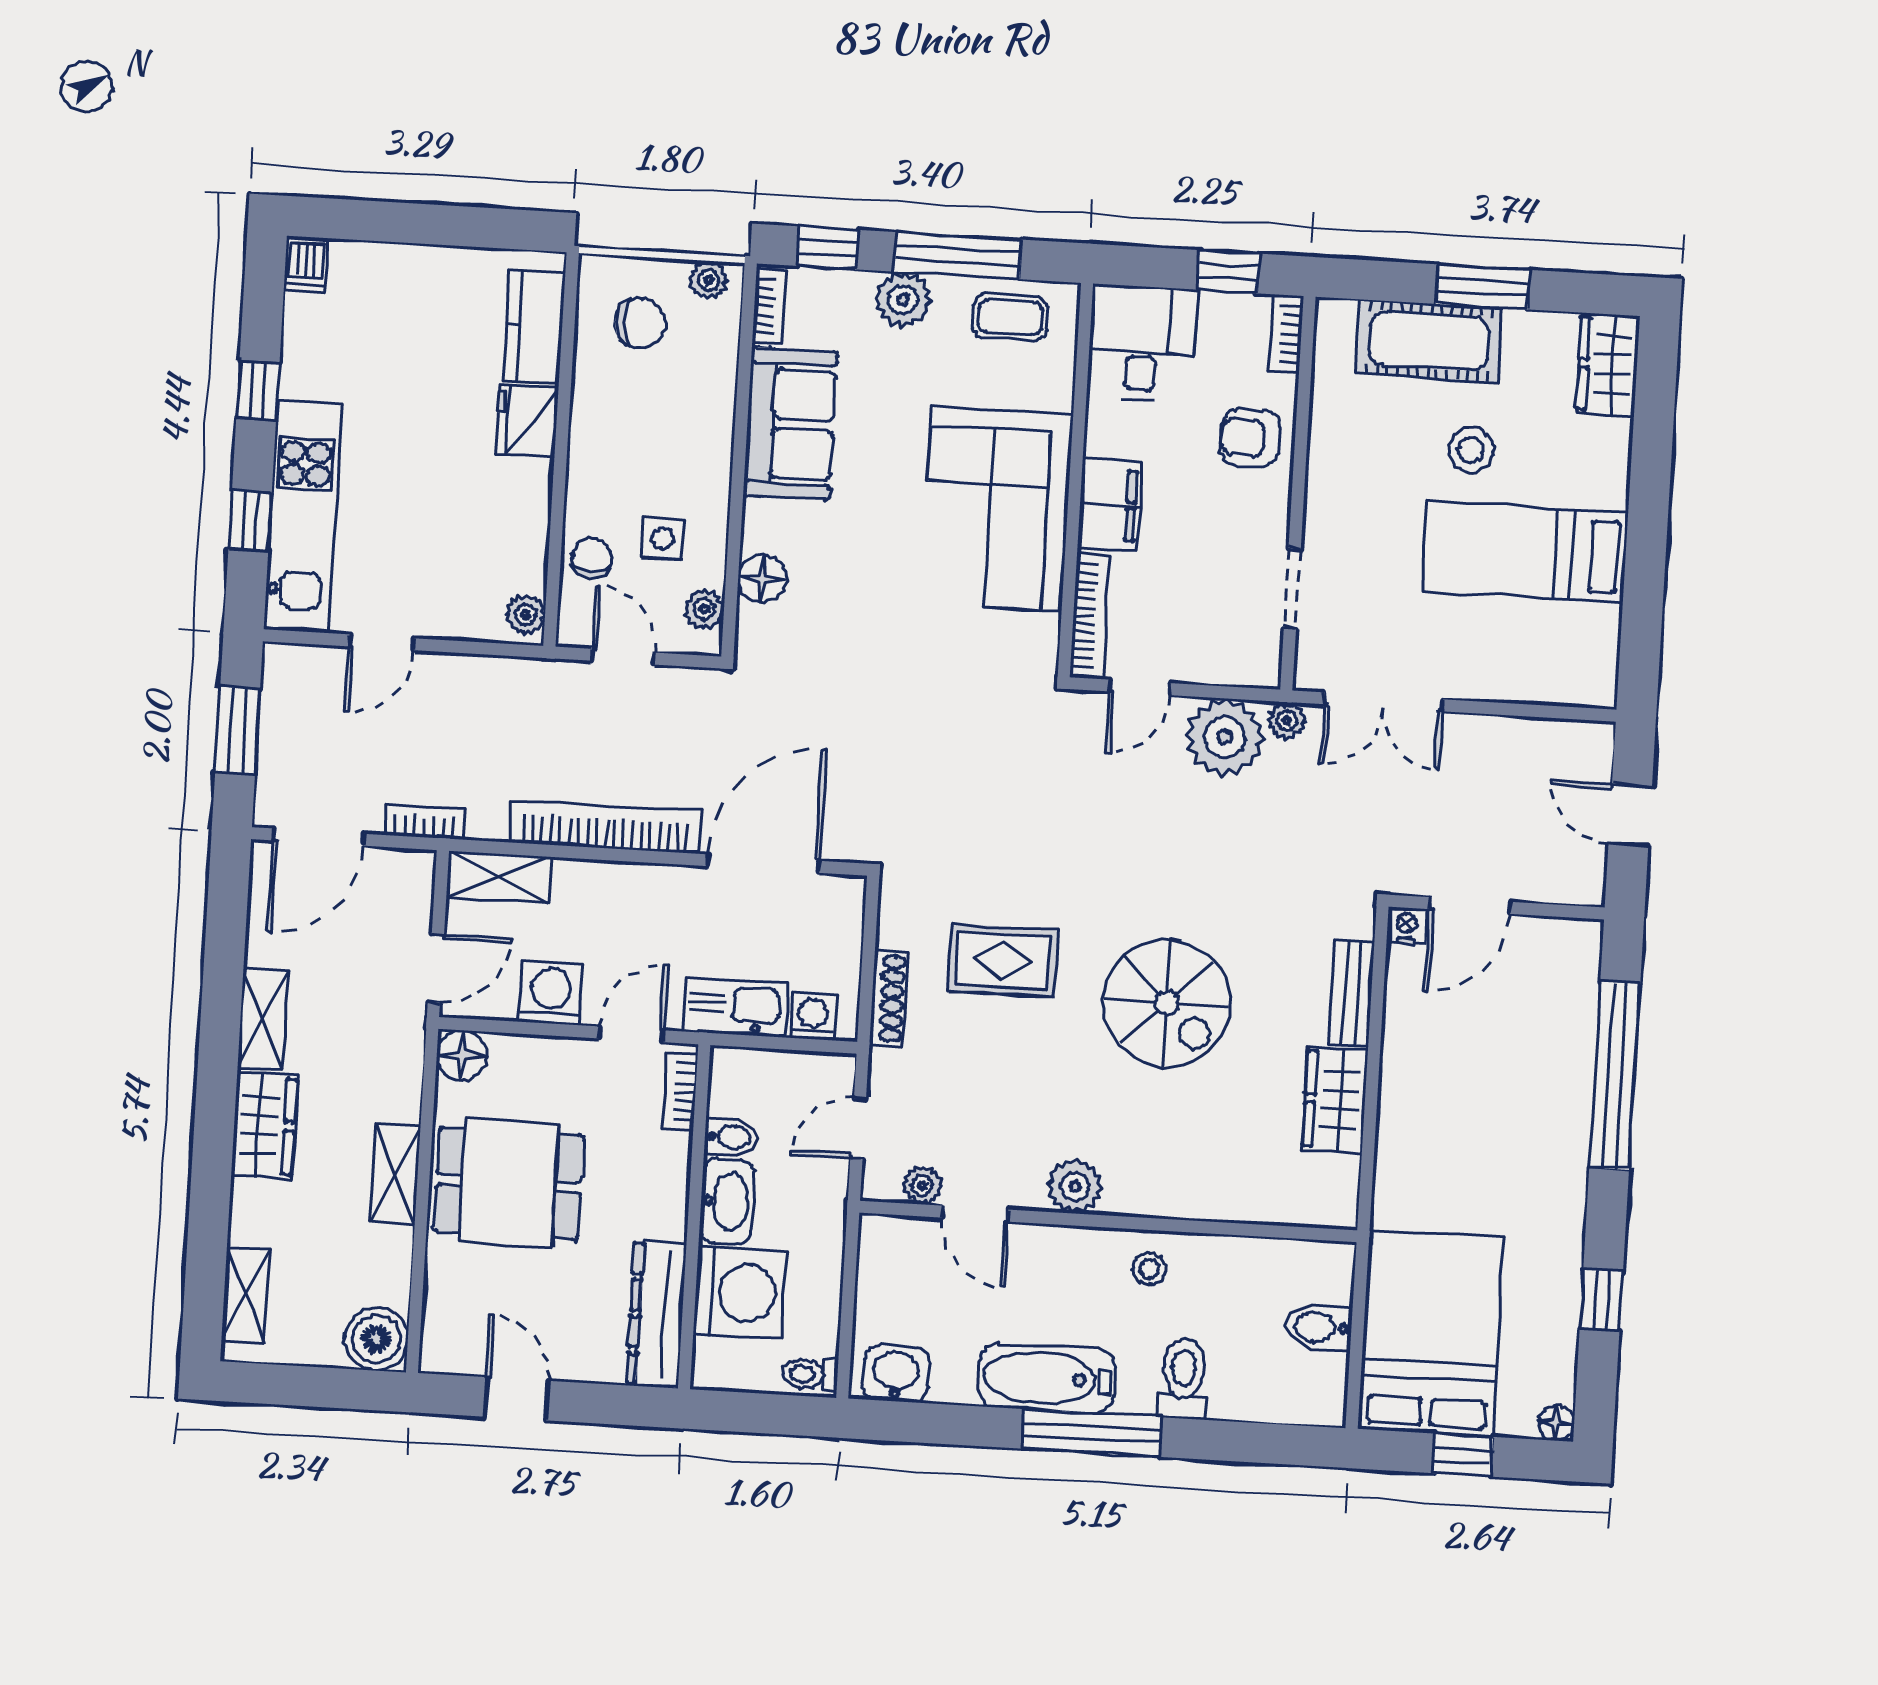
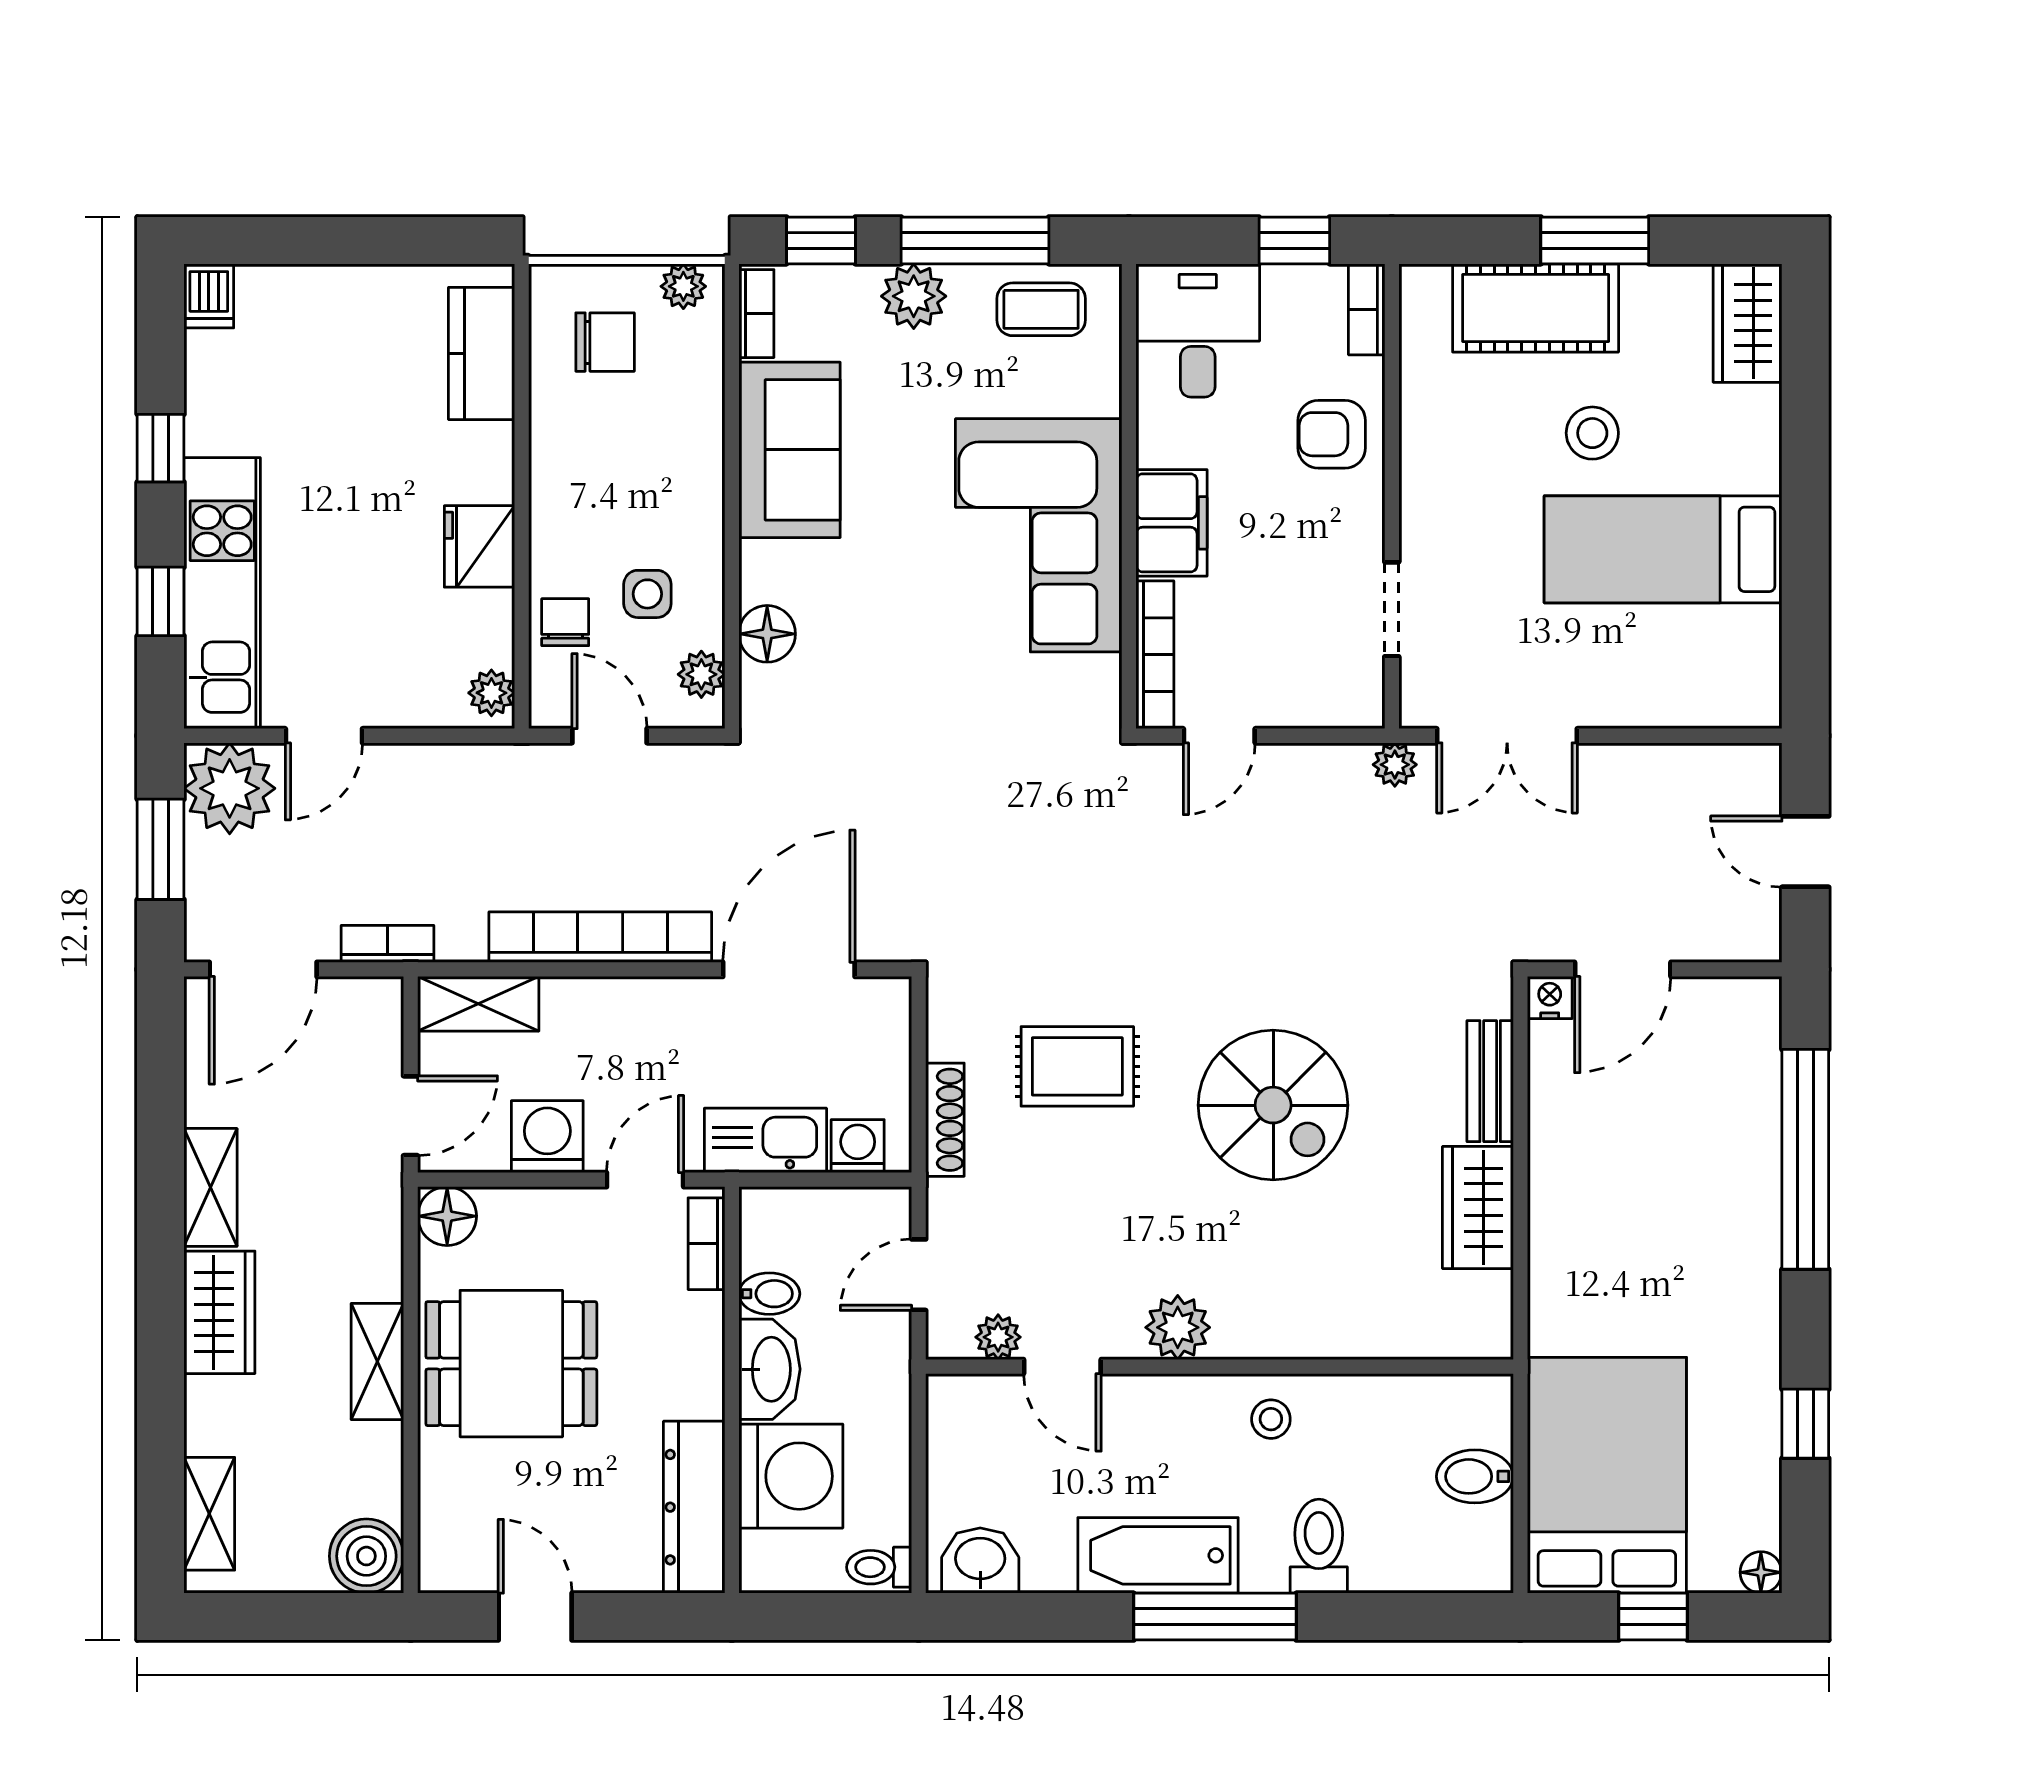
fridge: (527, 421) -> (479, 546), moved
plant: (1225, 737) -> (230, 788), moved

